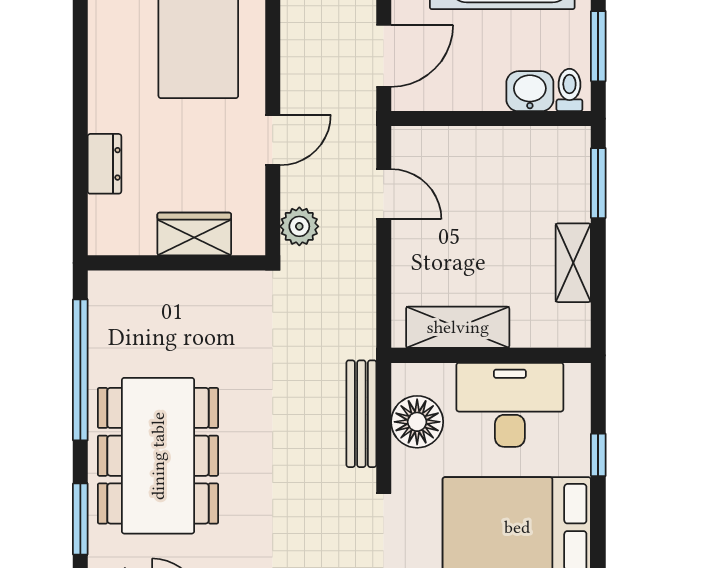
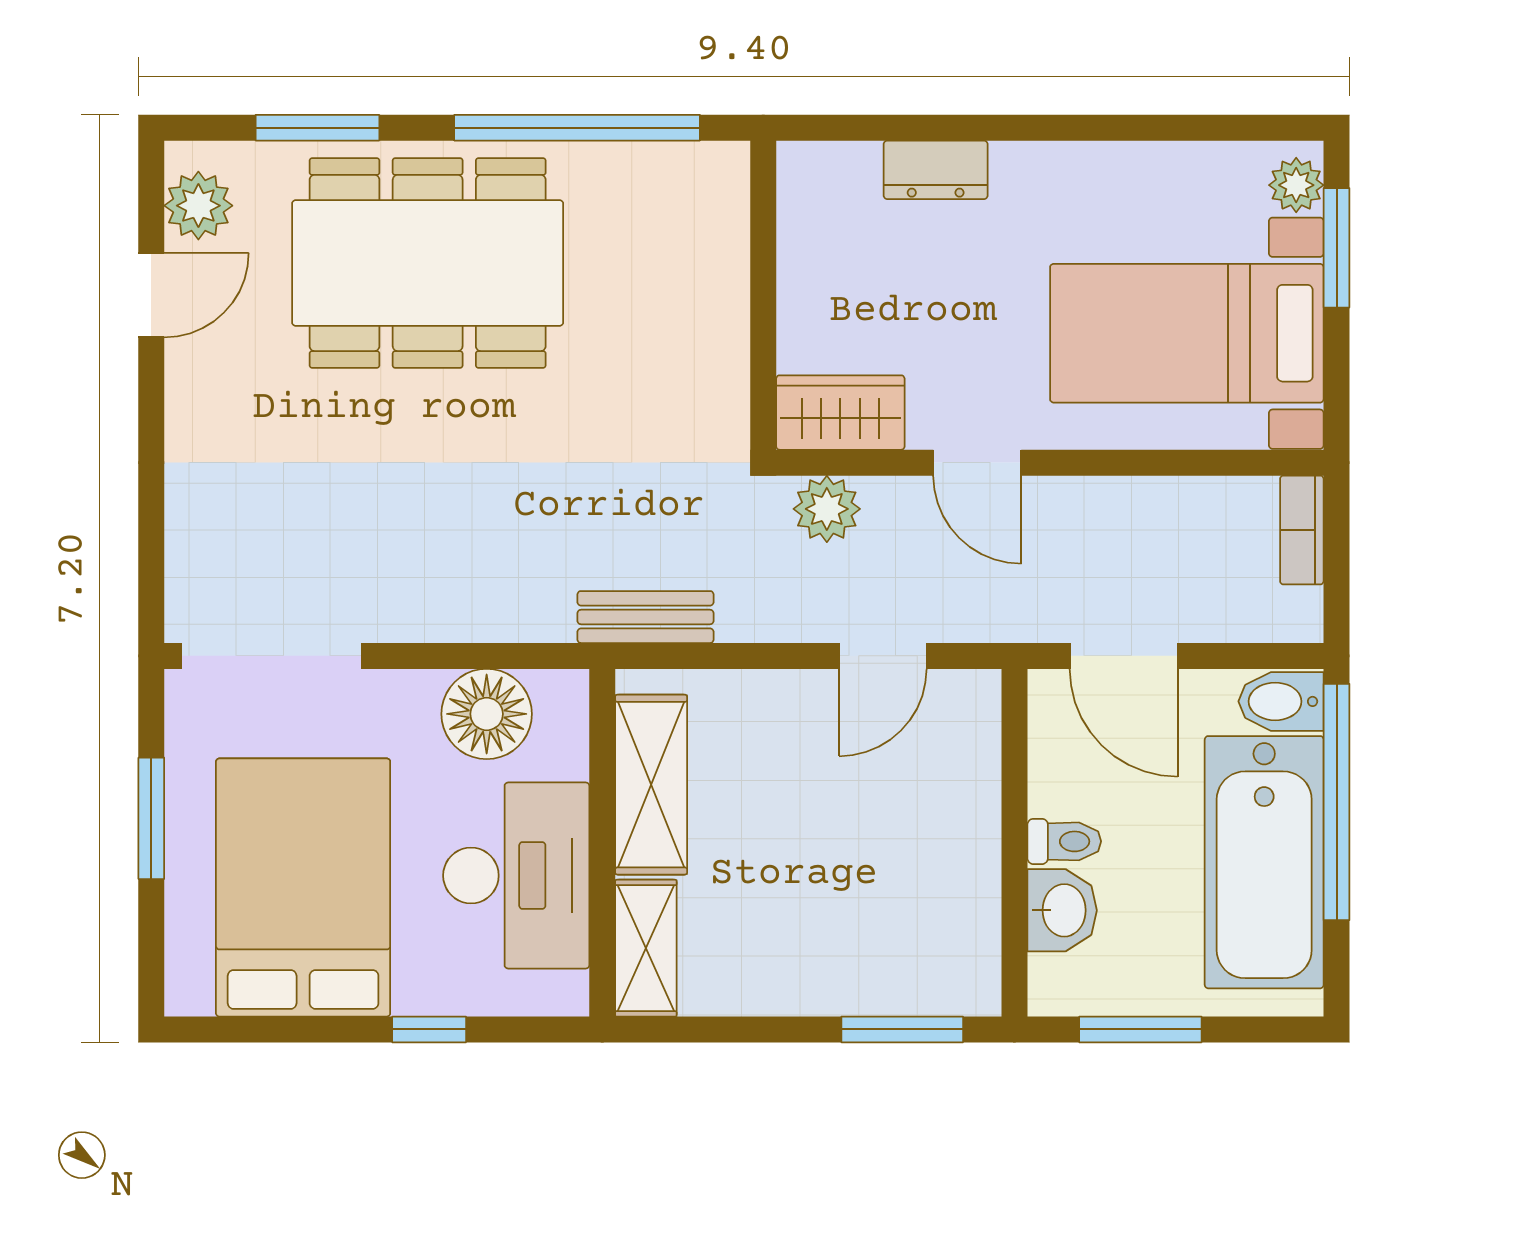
toilet: (569, 90) -> (1064, 841), moved
wardrobe: (194, 234) -> (840, 413), moved, turned -90
shelving: (573, 263) -> (646, 948), moved, turned 90
bench: (361, 414) -> (646, 617), moved, width x0.73

